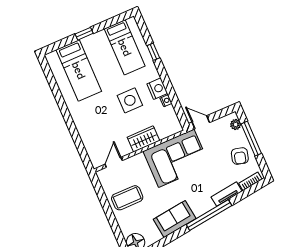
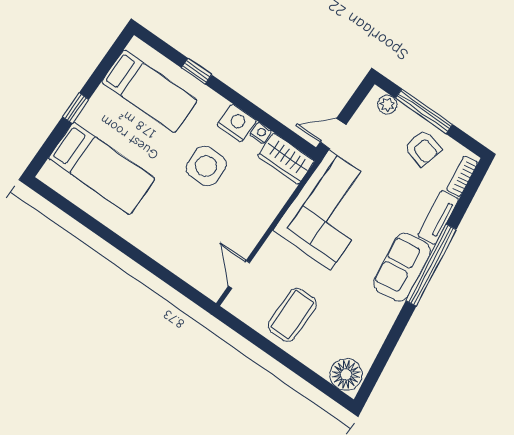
wardrobe: (143, 139) -> (286, 159), moved, turned -90
sofa: (175, 219) -> (402, 267), moved

